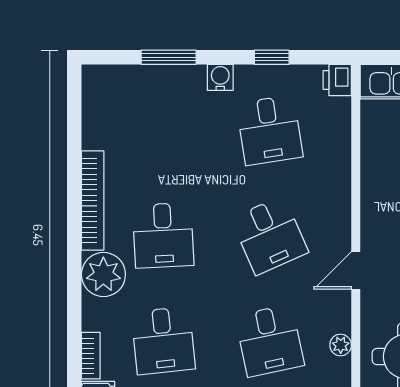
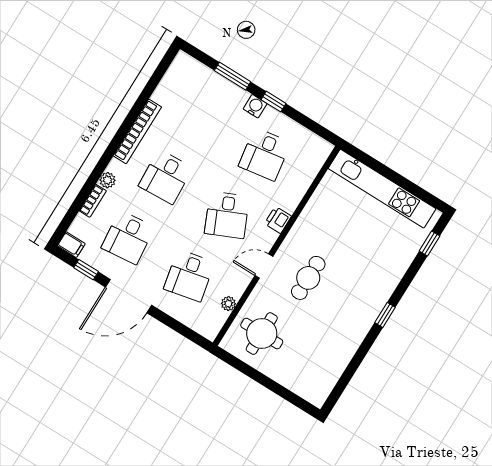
window: (272, 57) -> (273, 102), moved
printer: (337, 80) -> (278, 220), moved
plant: (103, 274) -> (108, 180), width x0.53, depth x0.53
bookcase: (91, 356) -> (93, 201), moved

